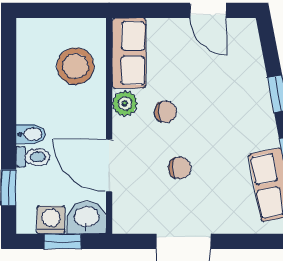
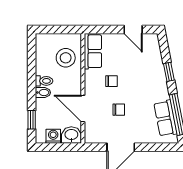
plant: (125, 103) -> (91, 77), removed
toilet: (33, 157) -> (44, 81), moved
window: (63, 241) -> (59, 147), removed

